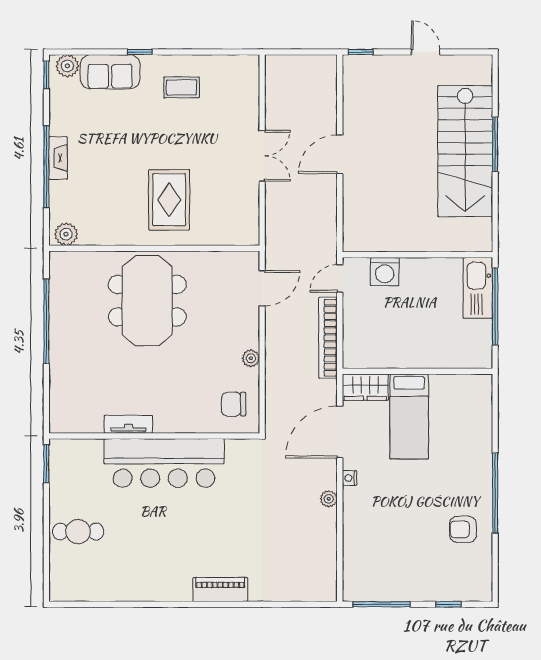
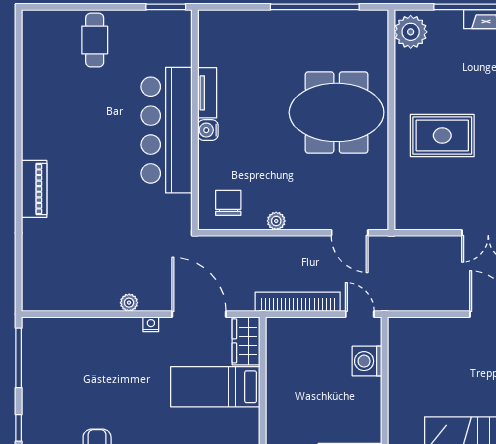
plant: (66, 234) -> (411, 32), width x1.36, depth x1.36
water cooler: (164, 424) -> (208, 130), added

